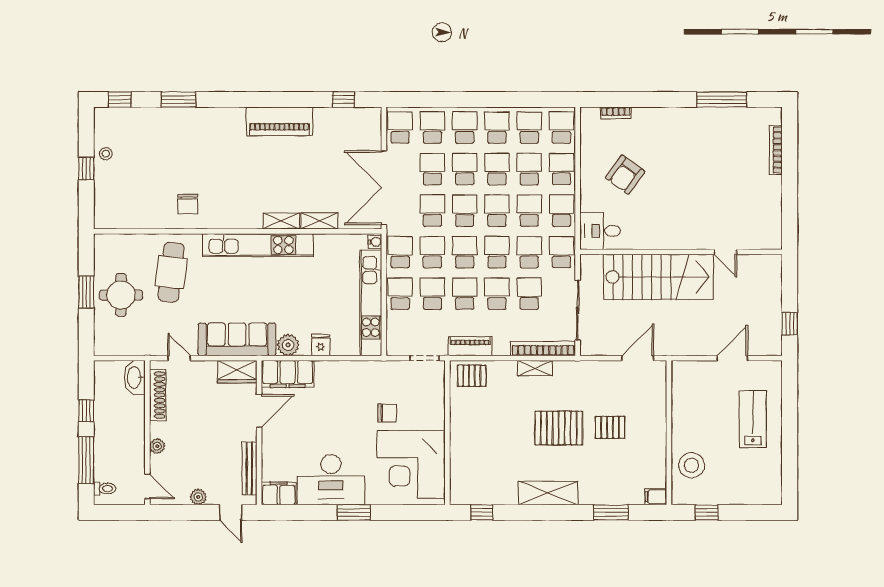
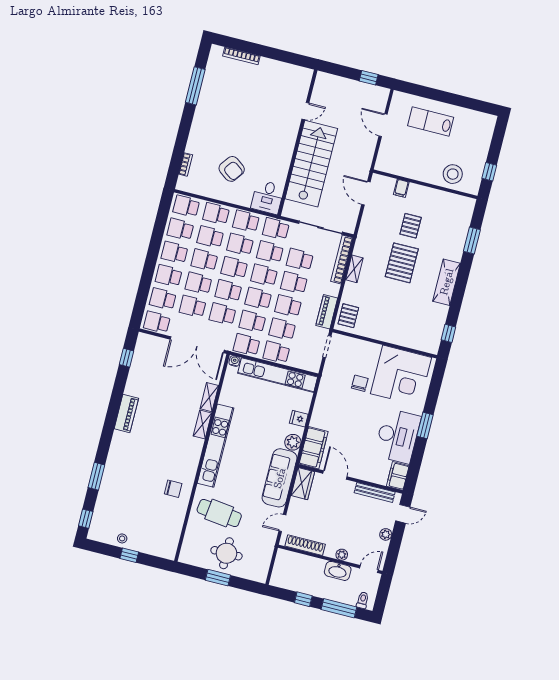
piano: (279, 121) -> (126, 414), width x0.73, depth x0.75
washbasin: (135, 377) -> (338, 571), moved
filing cabinet: (656, 497) -> (401, 188), moved

